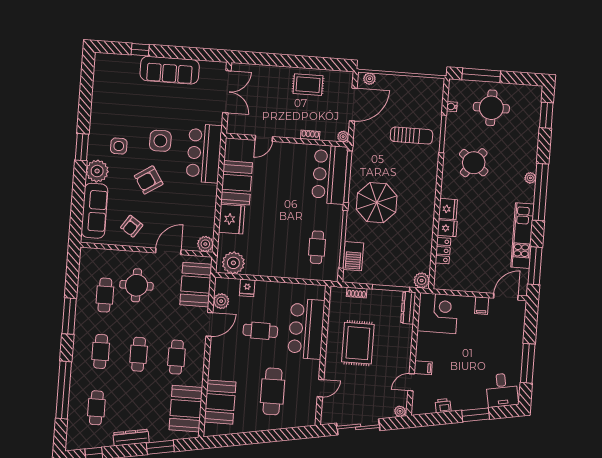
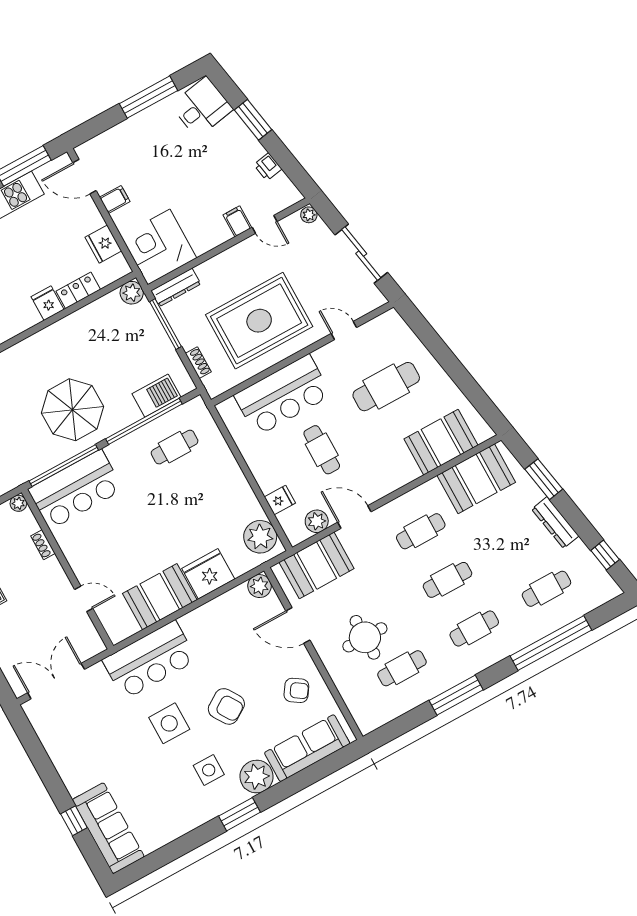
sofa: (170, 70) -> (108, 828), moved
fridge: (448, 209) -> (103, 244), moved, turned -90
rug: (358, 343) -> (259, 321), width x1.37, depth x1.44

